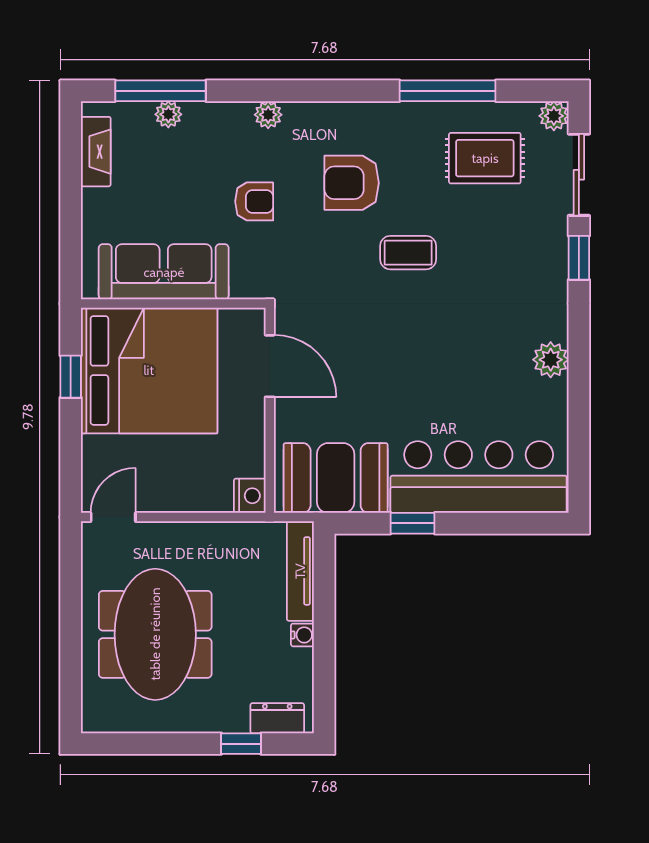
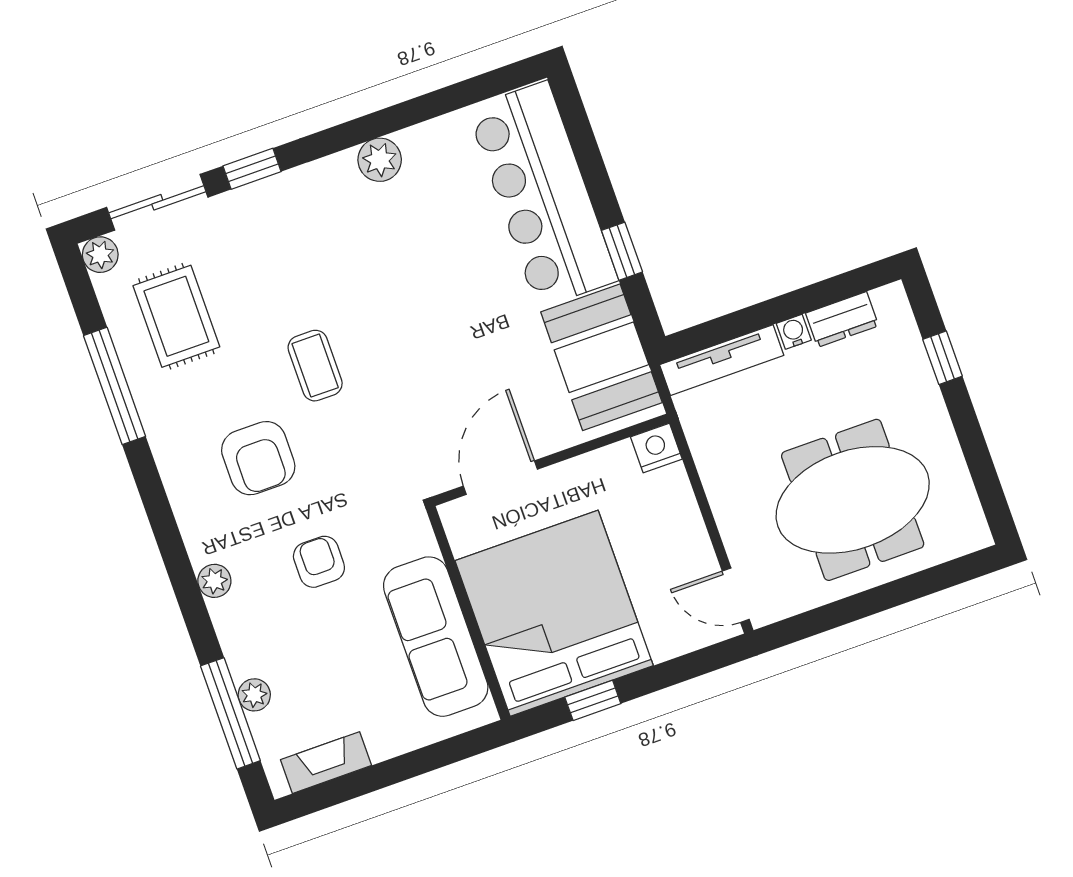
dresser: (277, 718) -> (842, 319), moved, turned -90

